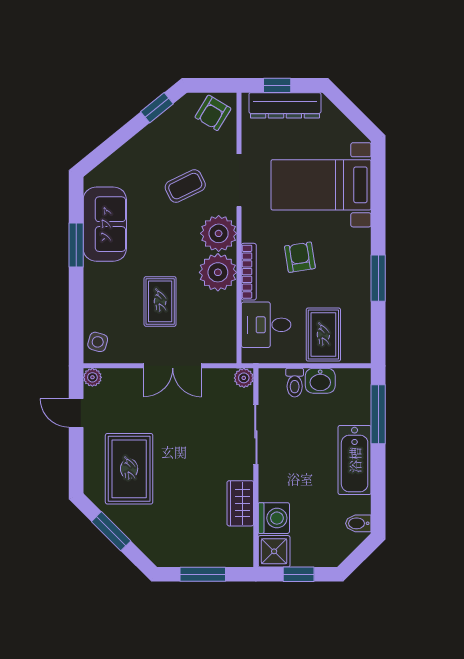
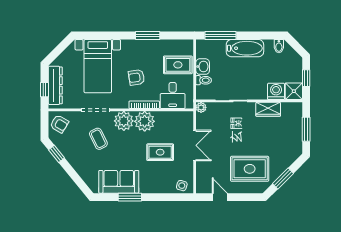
plant: (92, 377) -> (201, 188), removed
door: (76, 413) -> (220, 197), swing flipped

